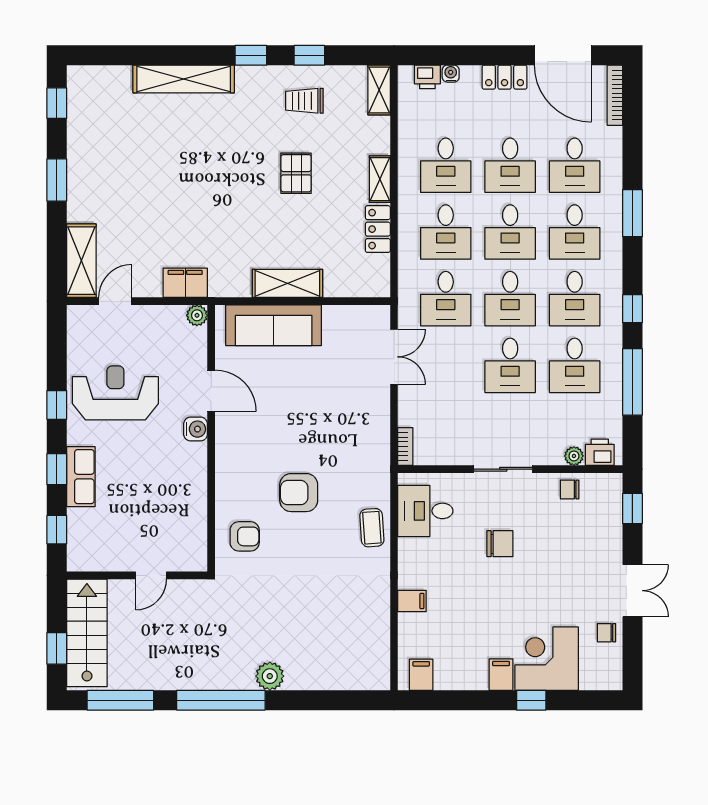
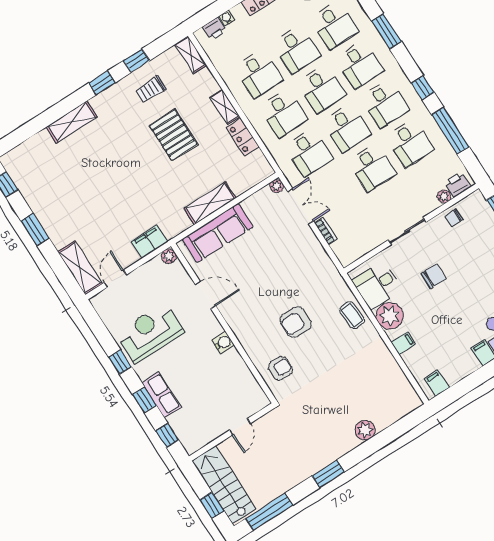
shelving: (184, 79) -> (72, 122), width x0.68
pallet: (296, 173) -> (173, 135), width x1.50, depth x1.42
plant: (381, 314) -> (277, 186), added
water cooler: (196, 429) -> (223, 343), moved
bookcase: (405, 447) -> (326, 231), moved
plant: (417, 558) -> (390, 316), added
plant: (270, 676) -> (365, 430), moved
window: (221, 700) -> (328, 474), width x0.47

